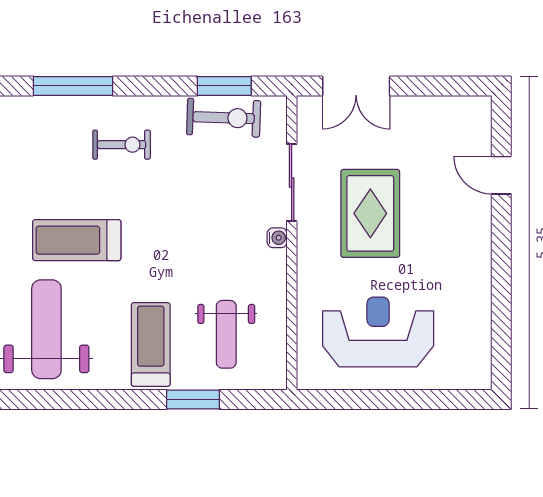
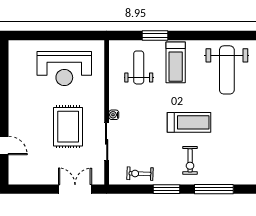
window: (224, 86) -> (166, 189), moved
exercise bike: (224, 118) -> (140, 174), width x0.73, depth x0.72
exercise bike: (122, 145) -> (190, 160), turned -90
treadmill: (77, 240) -> (189, 122), moved

